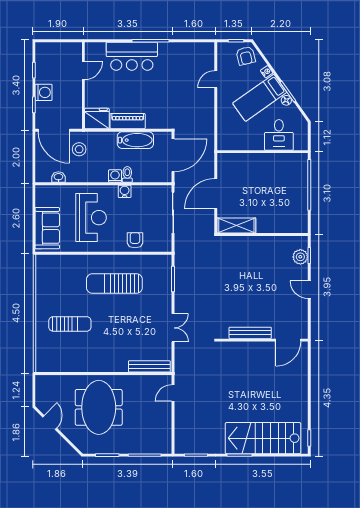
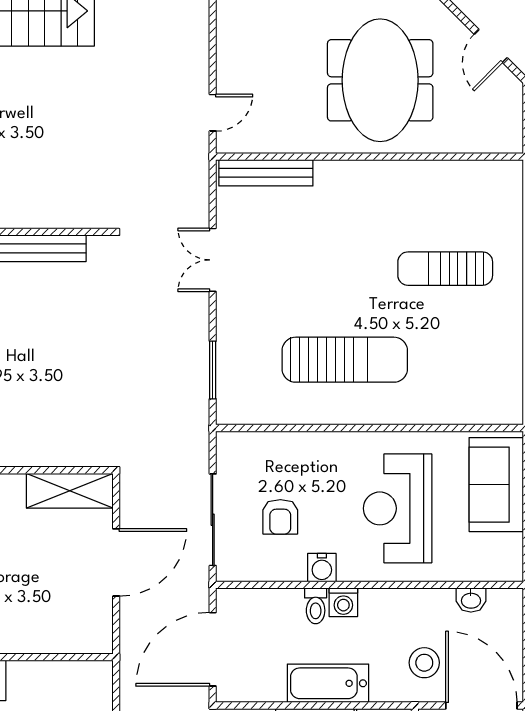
bathtub: (135, 140) -> (328, 683), moved
armchair: (135, 240) -> (280, 517), moved

